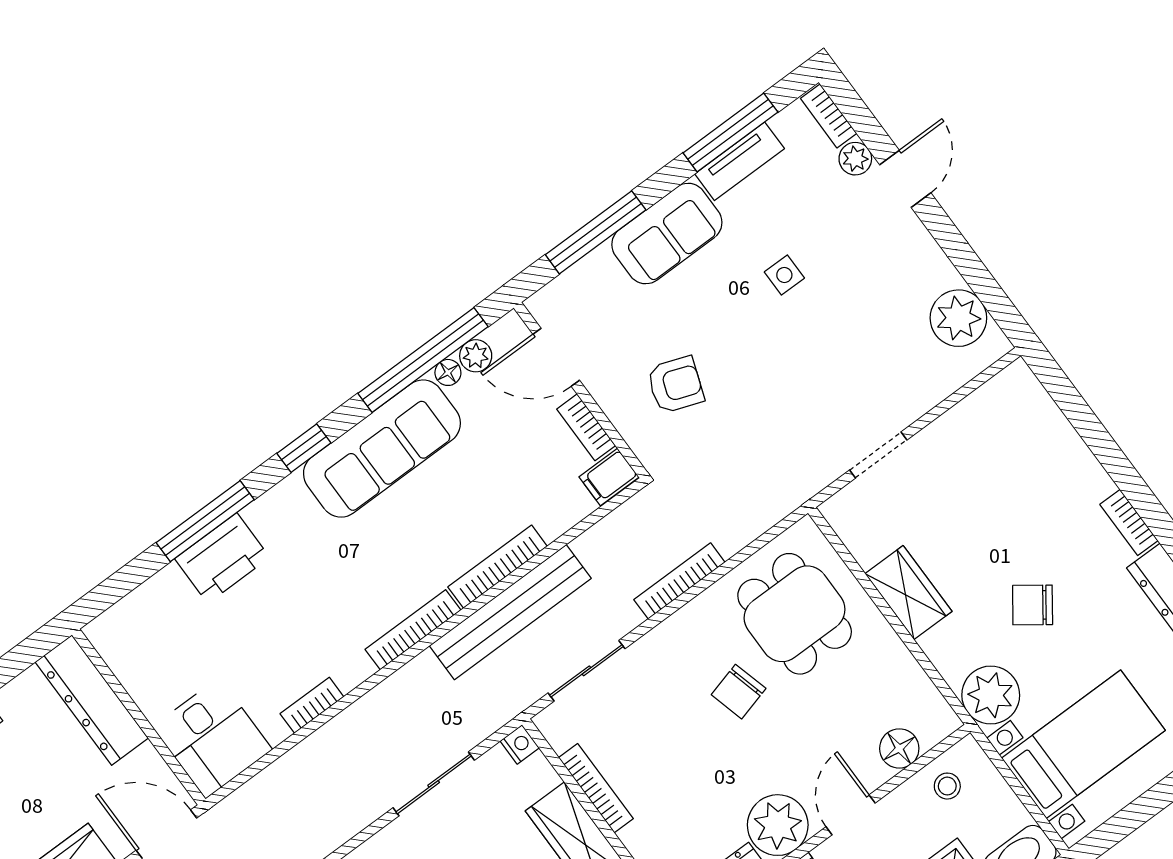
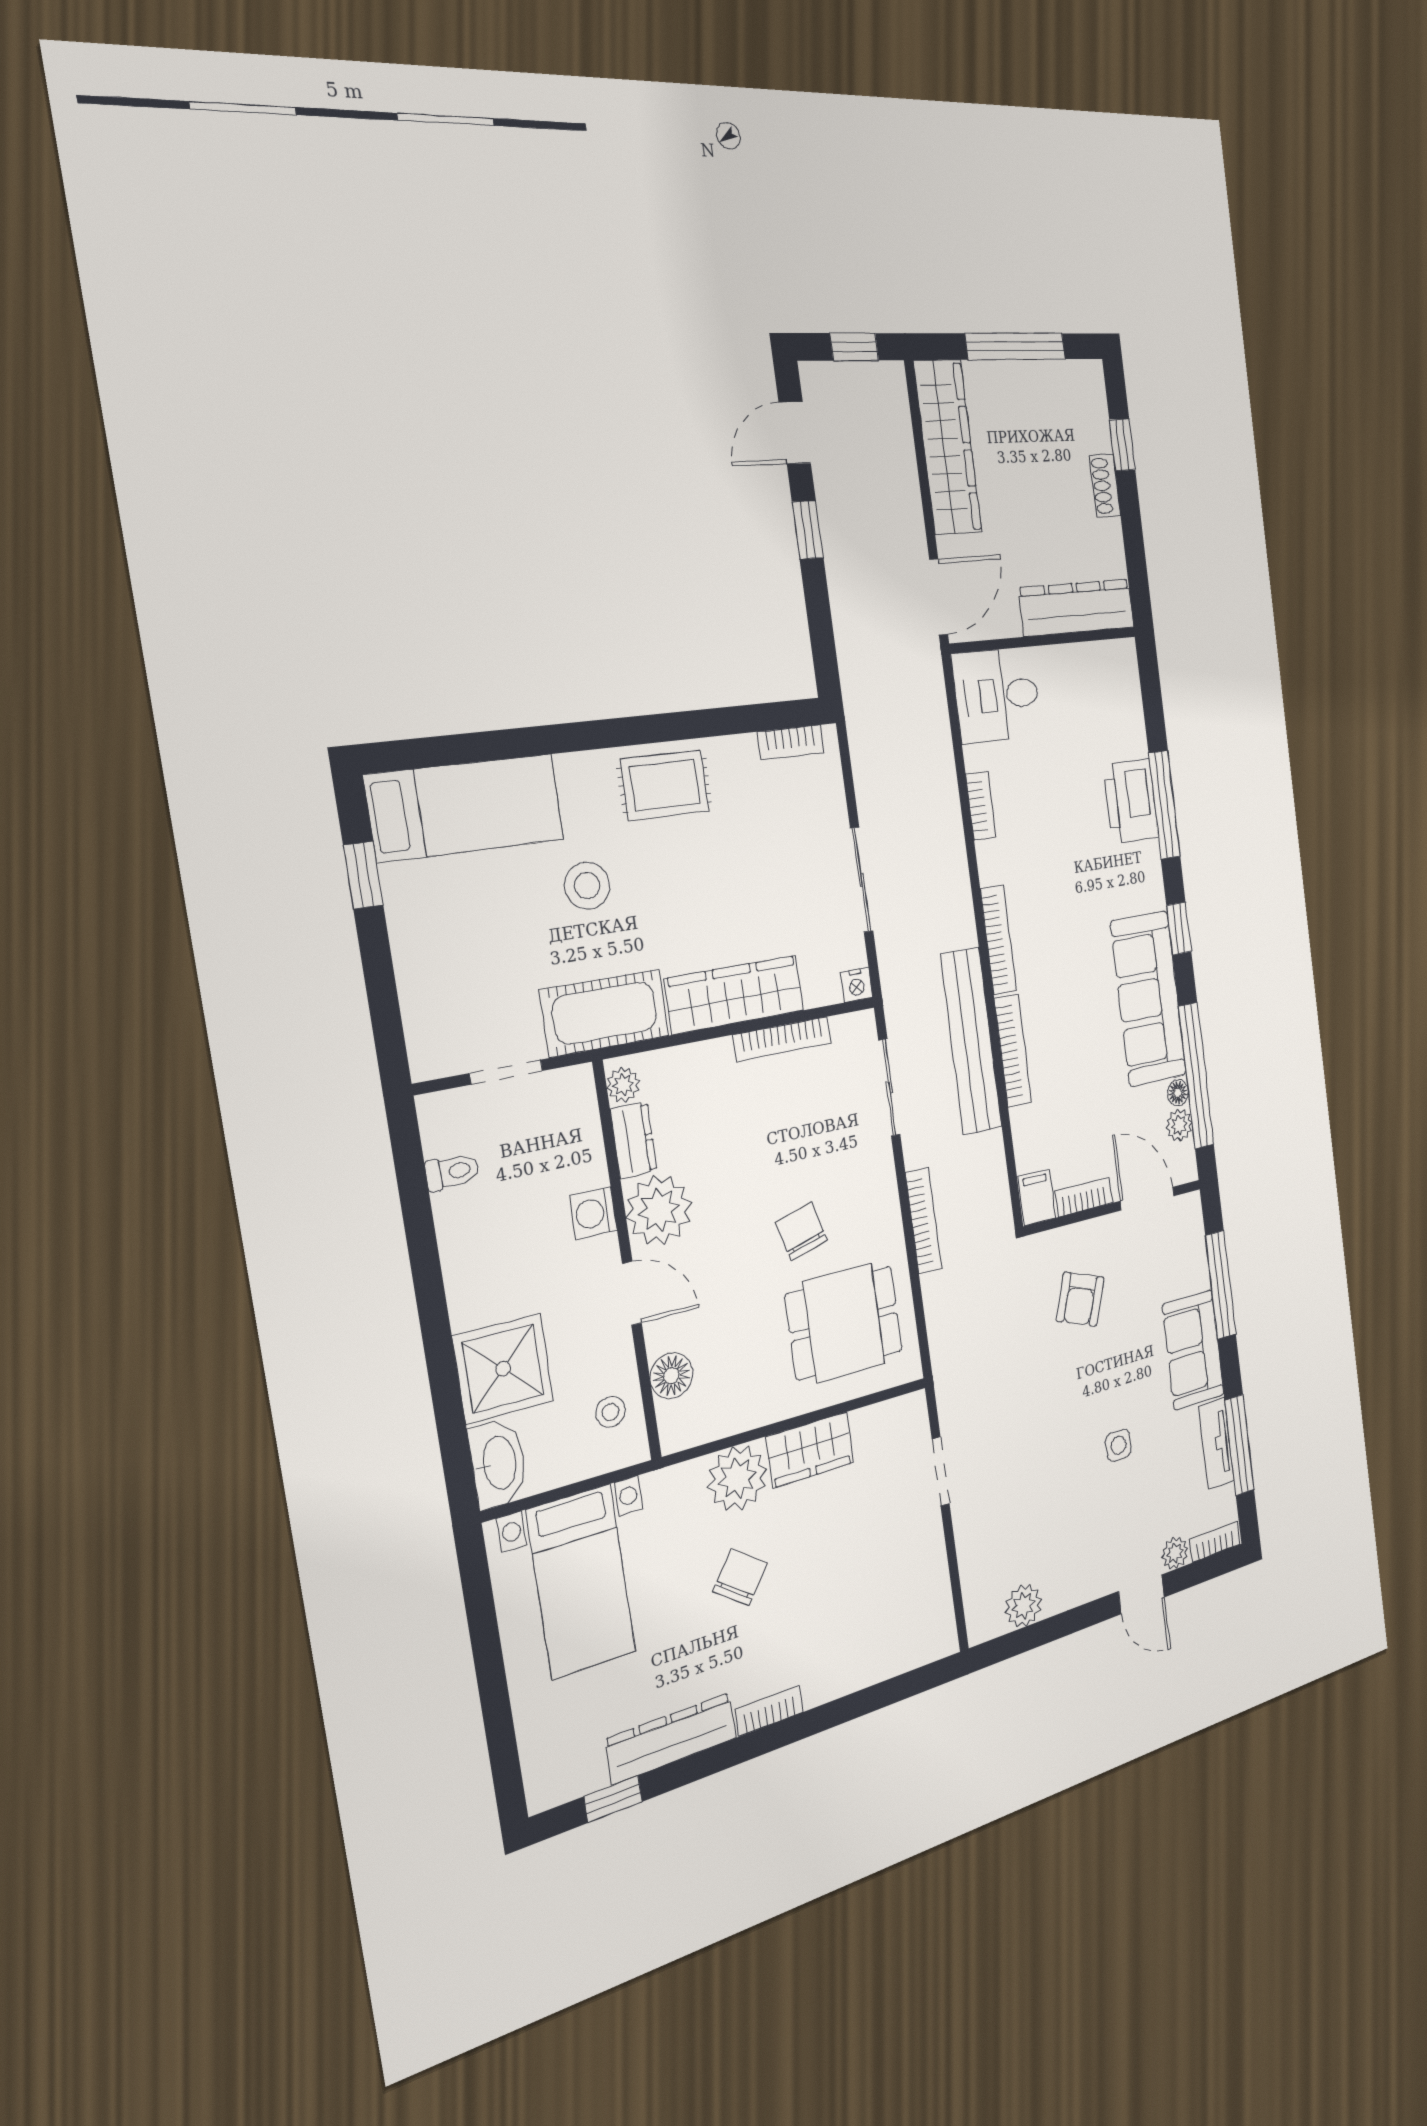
plant: (958, 318) -> (1023, 1606), width x0.73, depth x0.73
door: (556, 357) -> (1147, 1199), hinge flipped
plant: (991, 695) -> (737, 1478), moved

